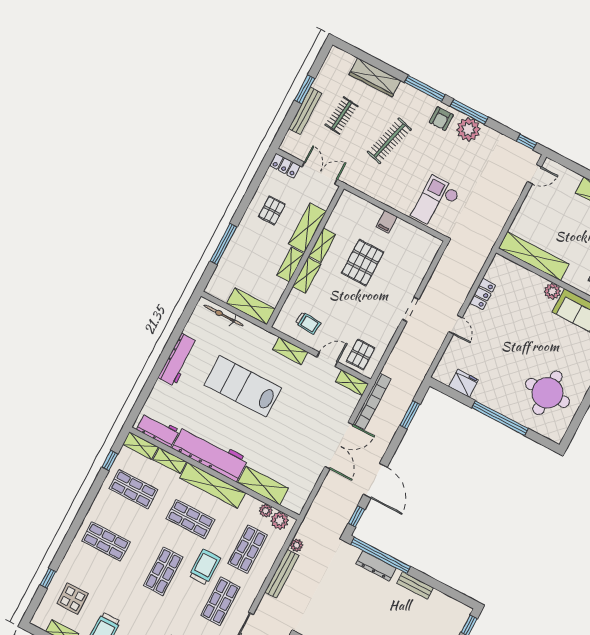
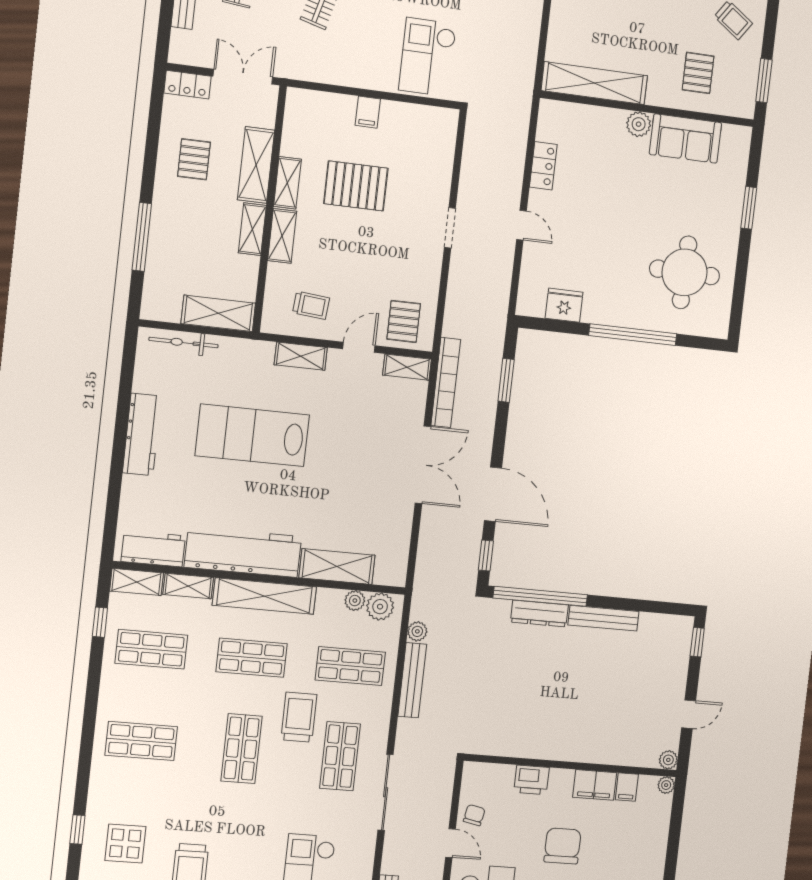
pallet: (363, 263) -> (356, 186), turned 90
shop shelf: (248, 549) -> (350, 666), turned 90
bench: (415, 586) -> (603, 618), width x1.36

